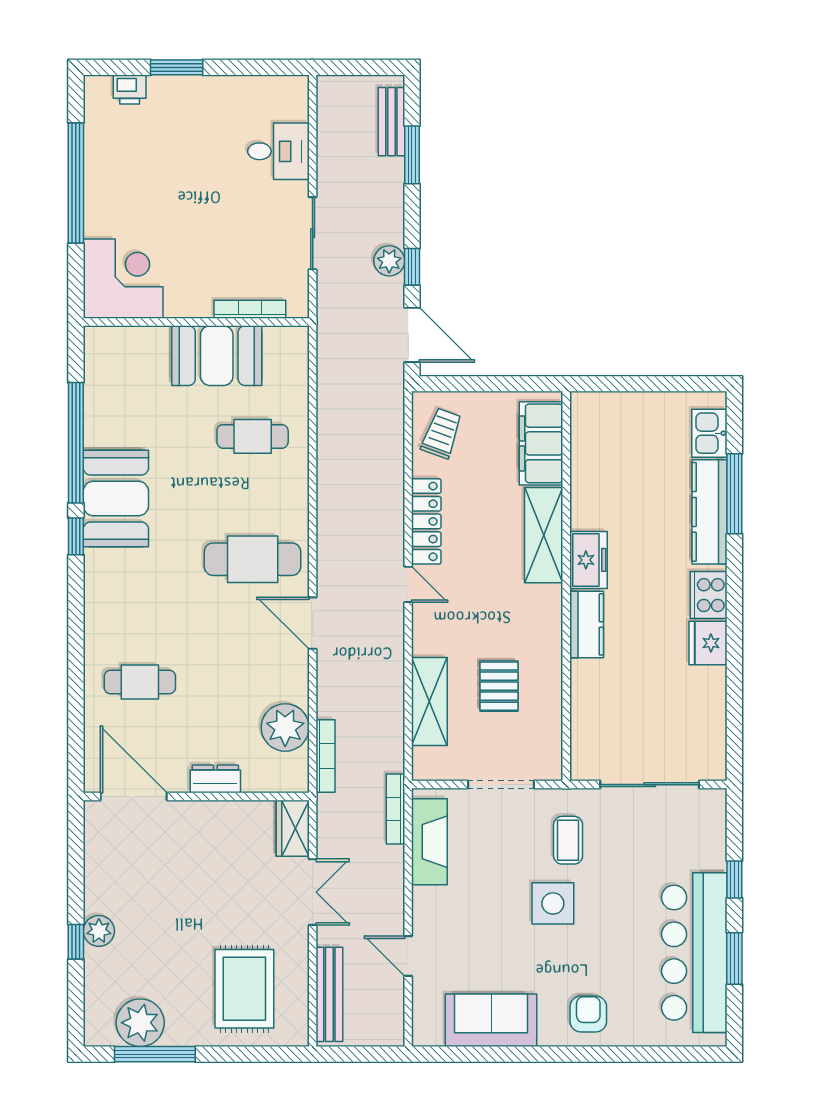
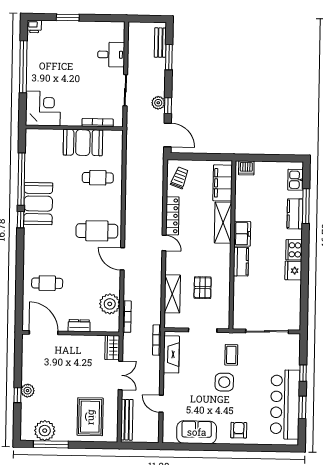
printer: (130, 90) -> (34, 26), moved
dishwasher: (595, 408) -> (246, 168), added
kitchen counter: (709, 512) -> (295, 214), width x0.67

